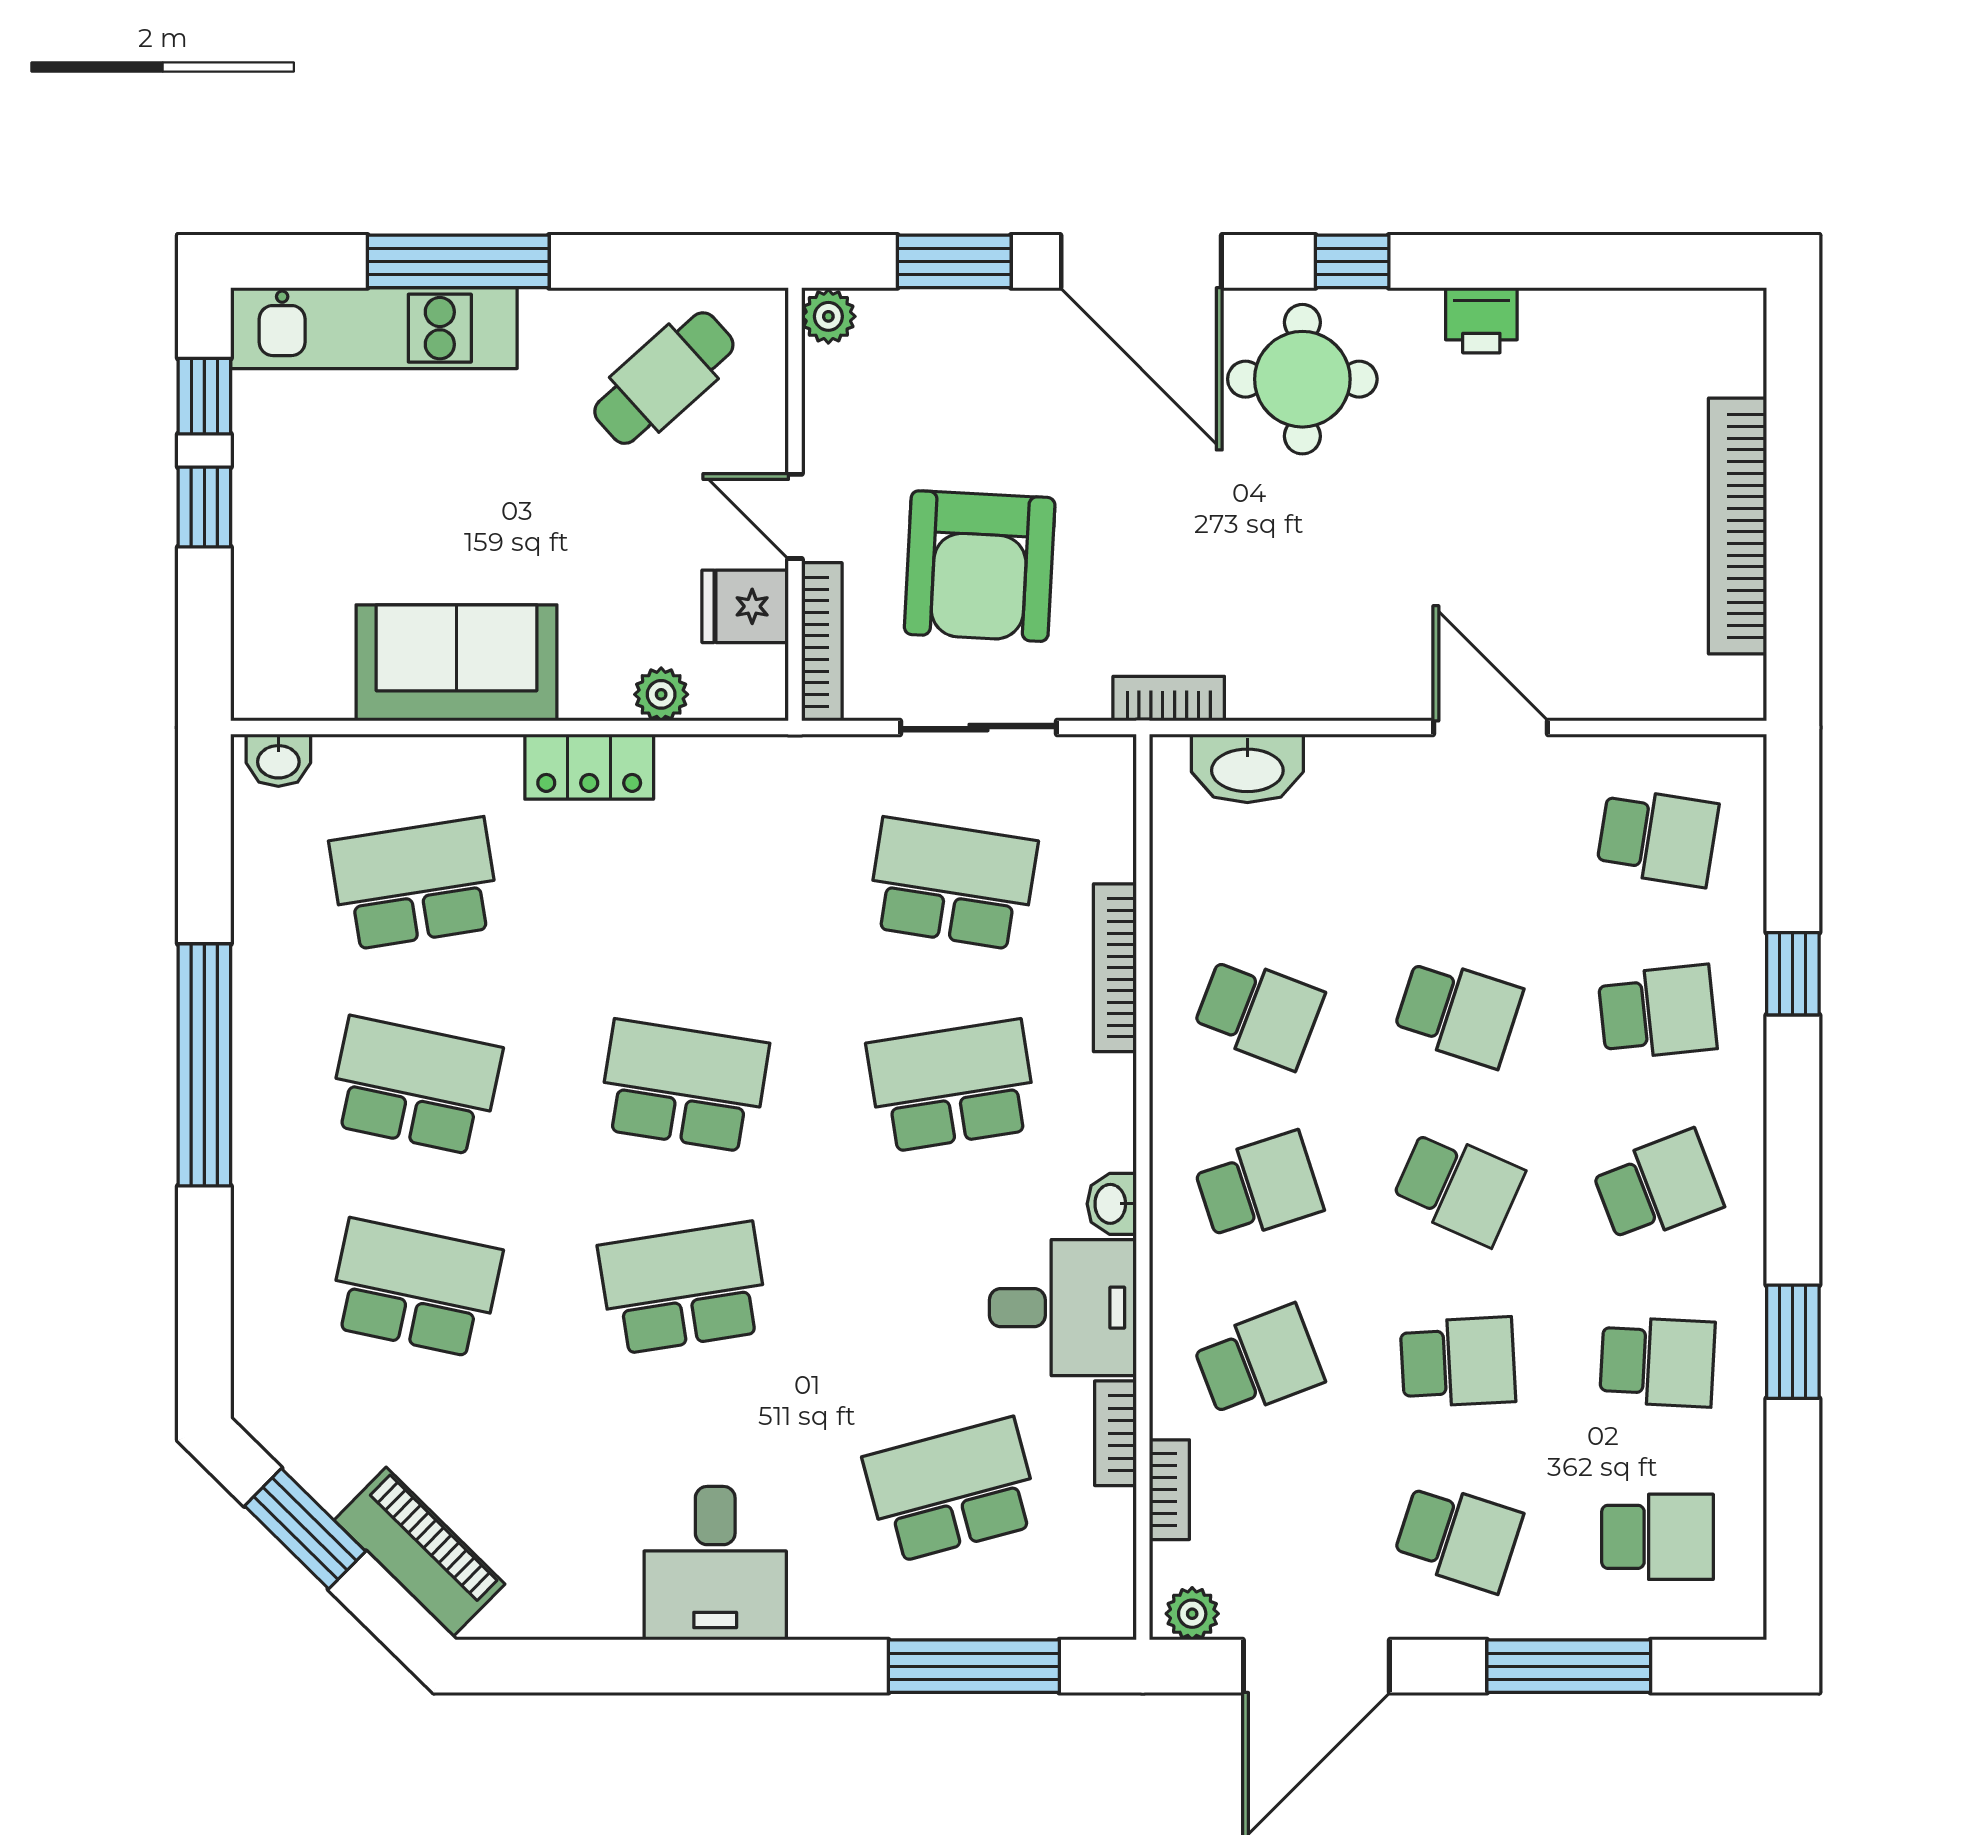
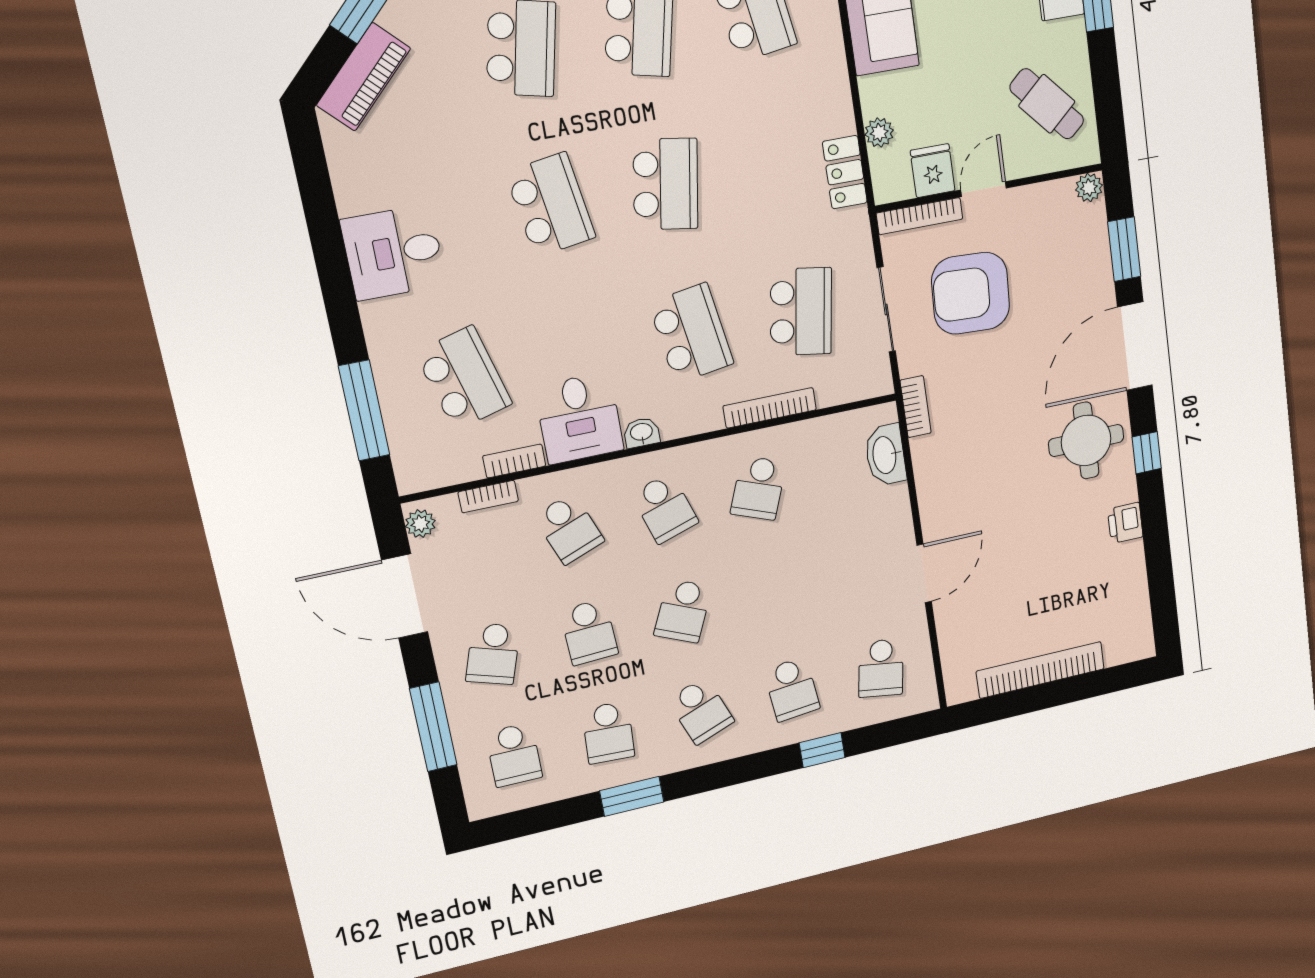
locker: (589, 767) -> (845, 172), moved
school desk: (1458, 1012) -> (775, 590), removed

